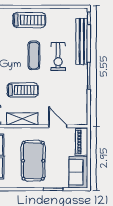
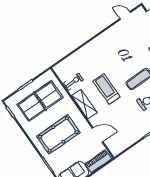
treadmill: (23, 90) -> (107, 89), turned 180
door: (58, 126) -> (98, 135), hinge flipped

